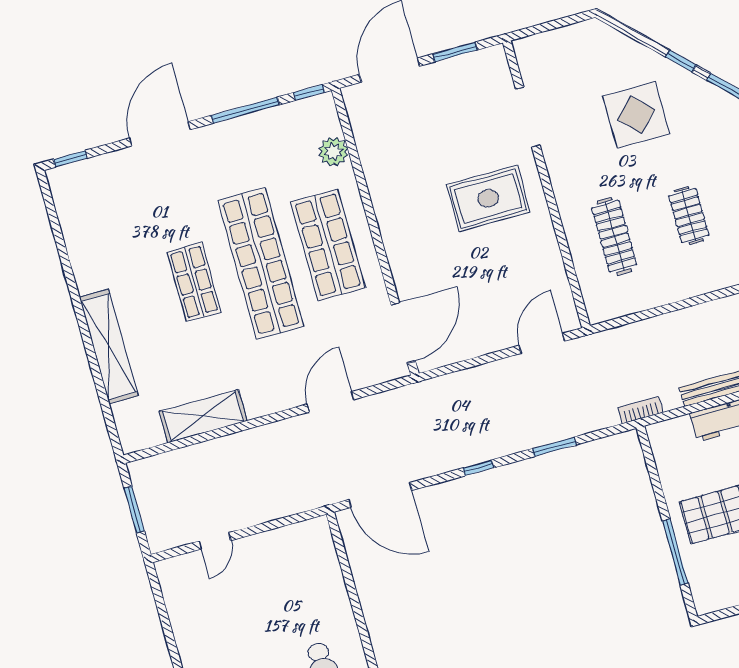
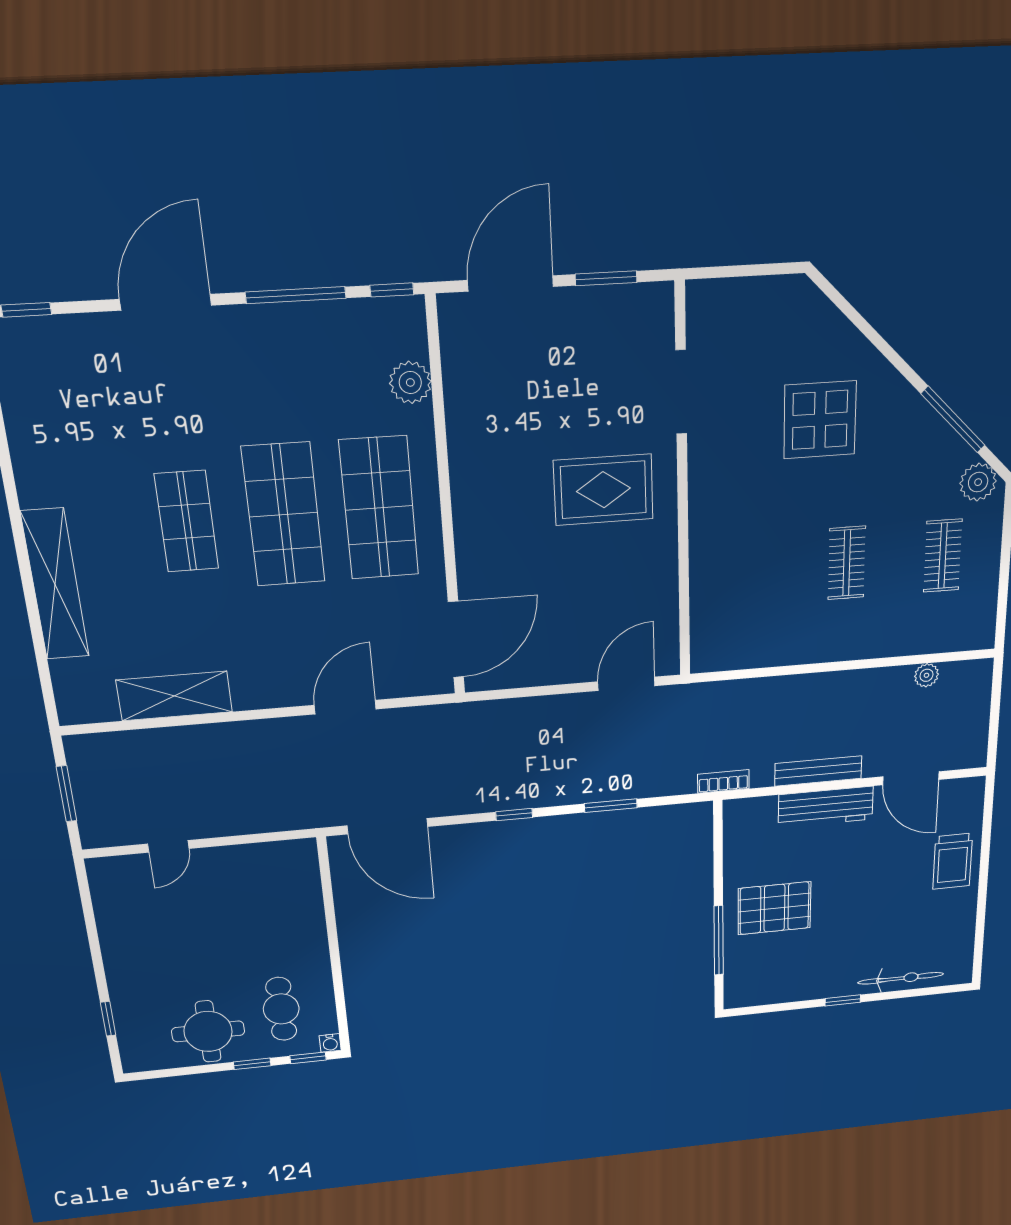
window: (681, 61) -> (896, 360), removed
clothes rail: (614, 236) -> (749, 570), removed
shop shelf: (261, 263) -> (283, 515), width x0.71

